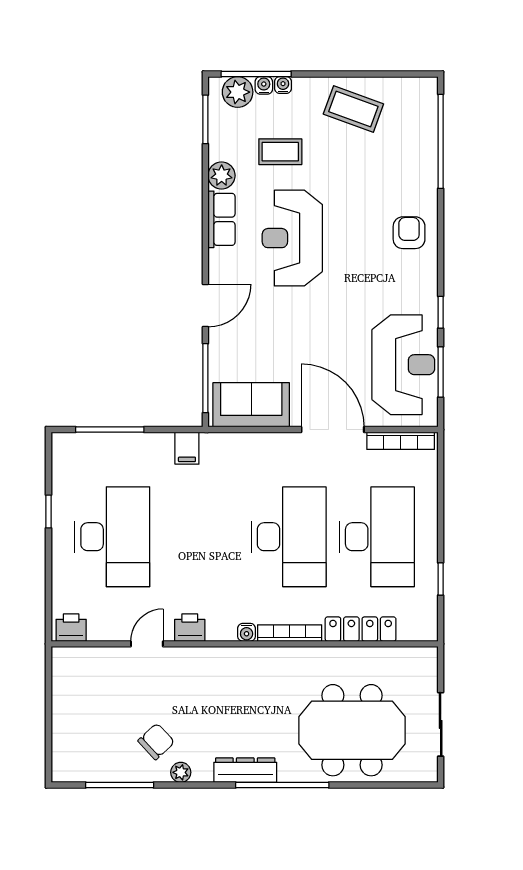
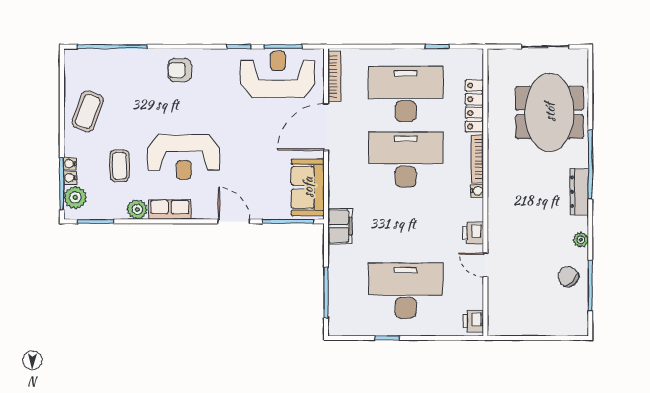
filing cabinet: (187, 448) -> (340, 226), width x2.00
chair: (156, 741) -> (568, 277), moved

